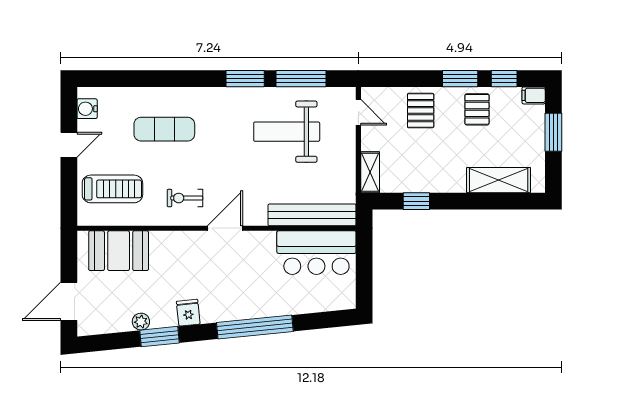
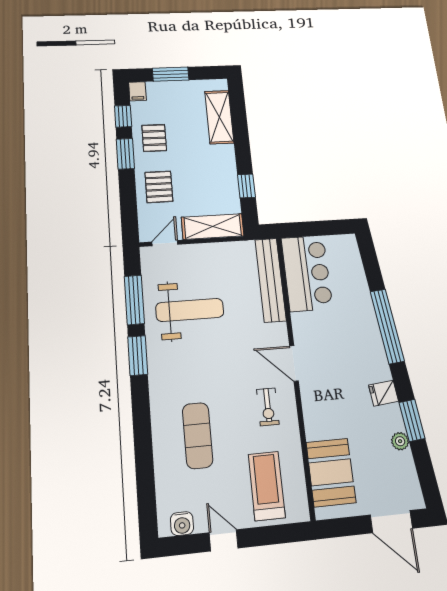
pallet: (477, 109) -> (154, 138), turned 90
pallet: (421, 111) -> (159, 187), turned 90
weight bench: (287, 132) -> (190, 310), turned -90
shelving: (370, 172) -> (213, 226), width x1.50, depth x1.33

